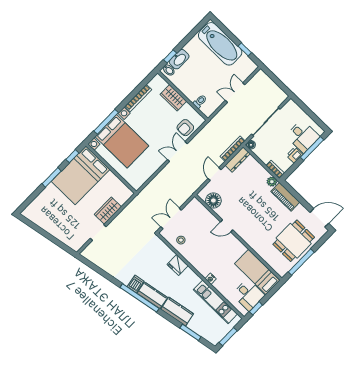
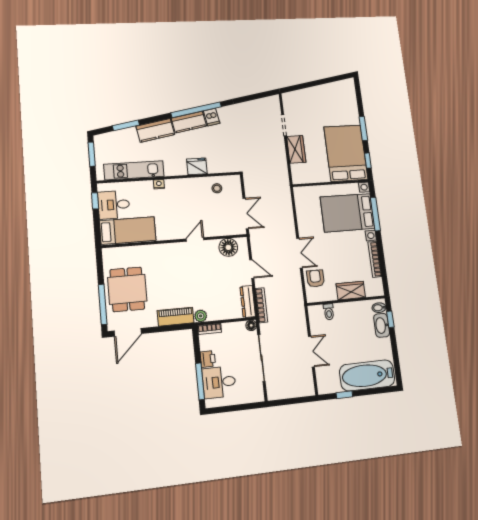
double door: (171, 218) -> (246, 213), moved
window: (301, 262) -> (103, 304), moved

